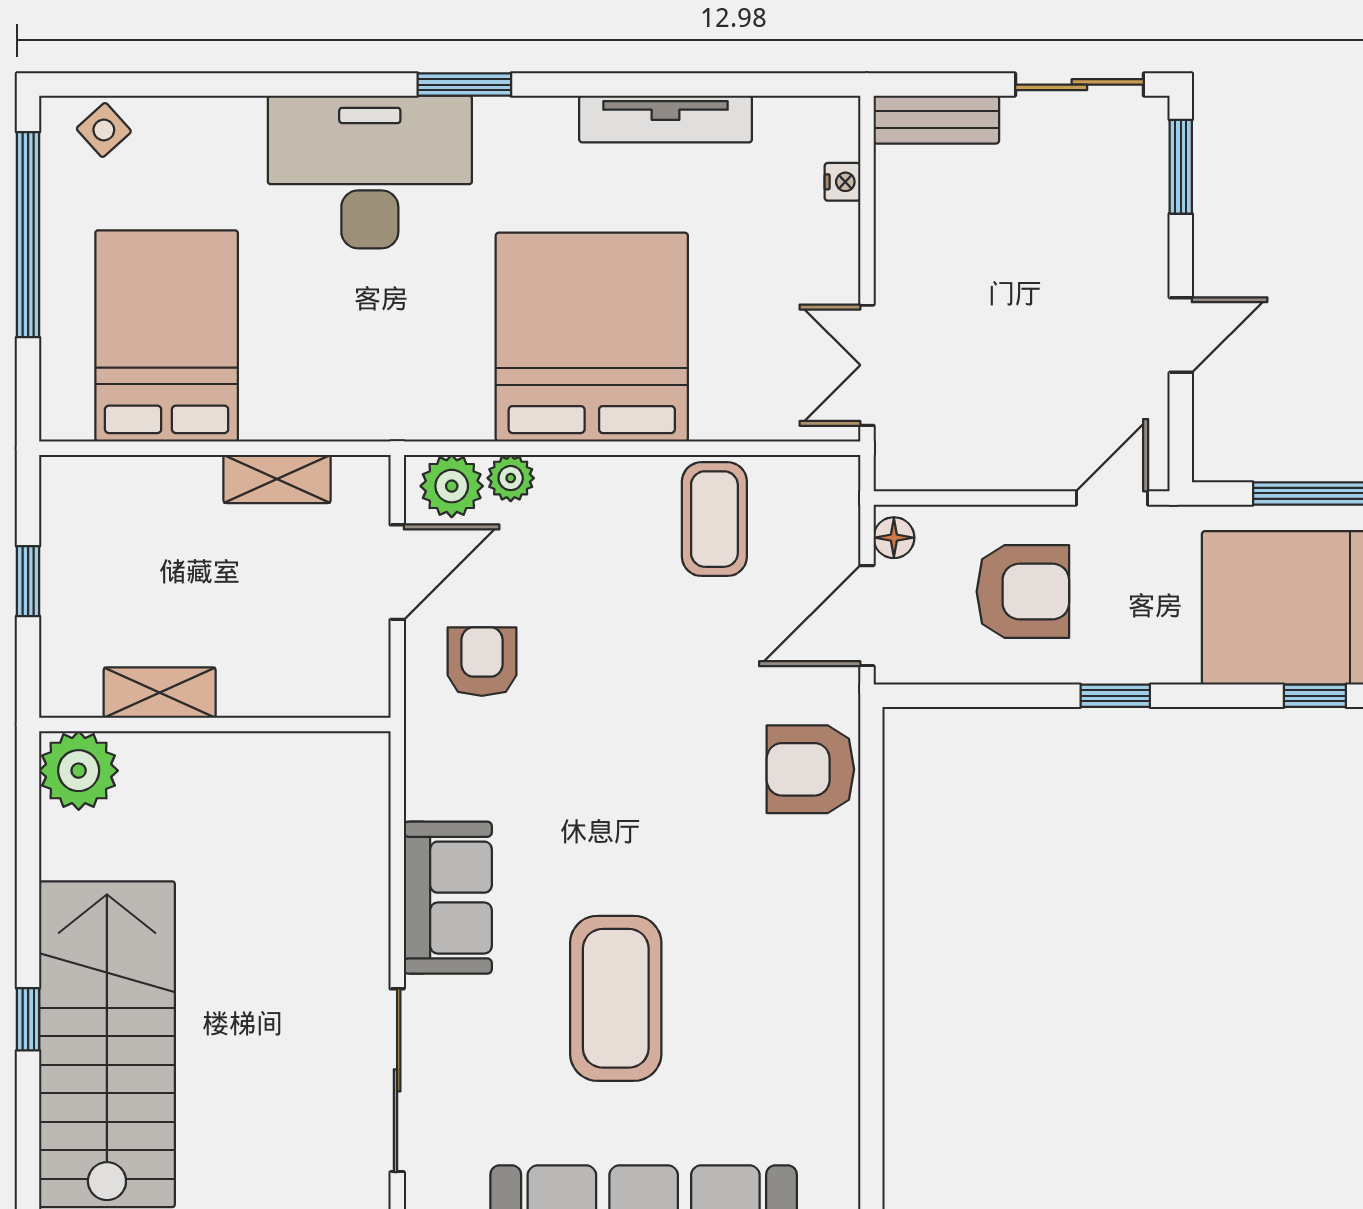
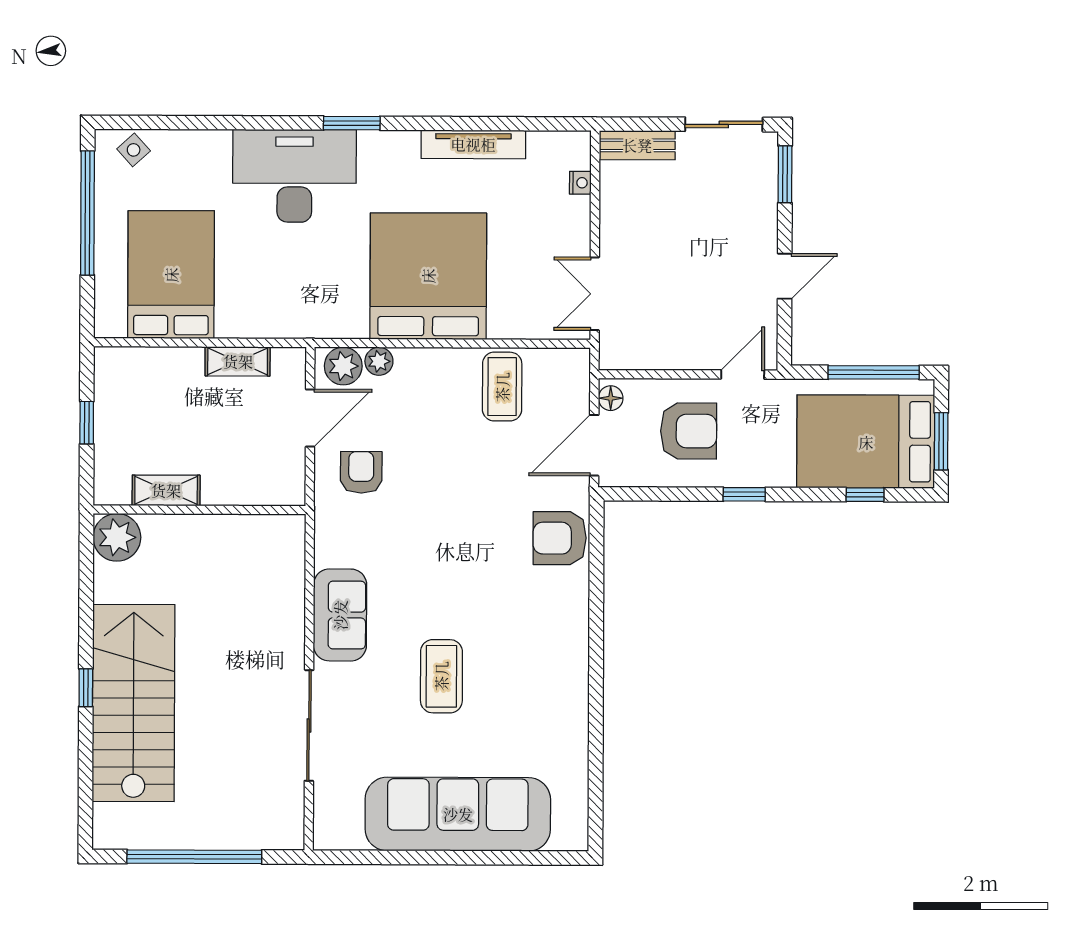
coffee table: (616, 998) -> (441, 676), width x0.73, depth x0.76

